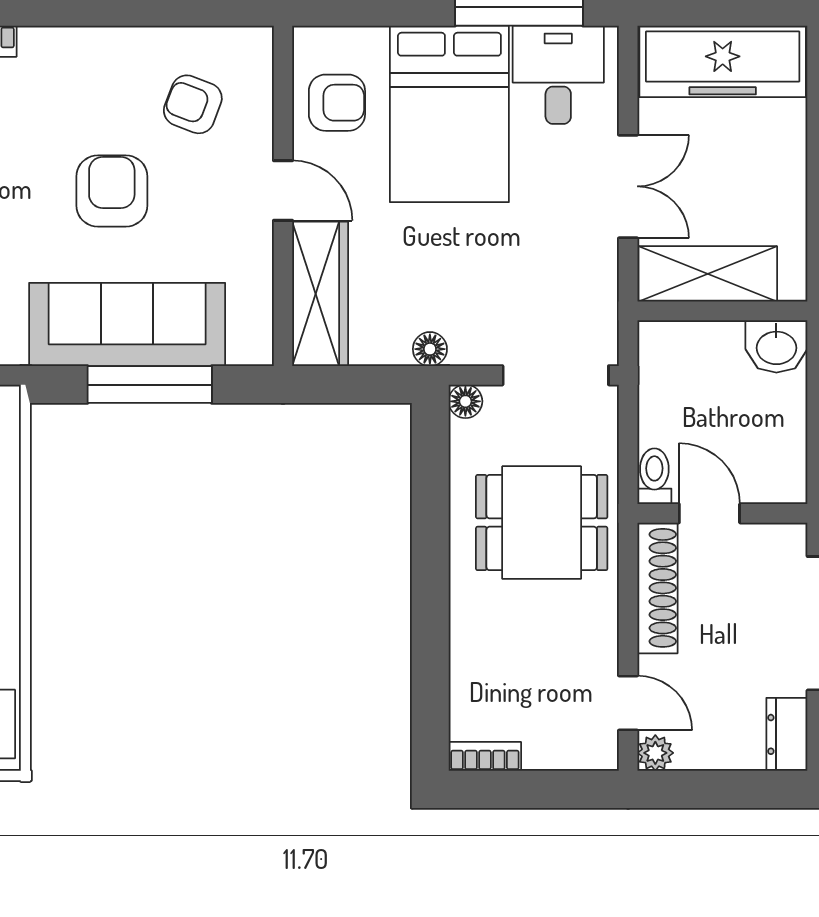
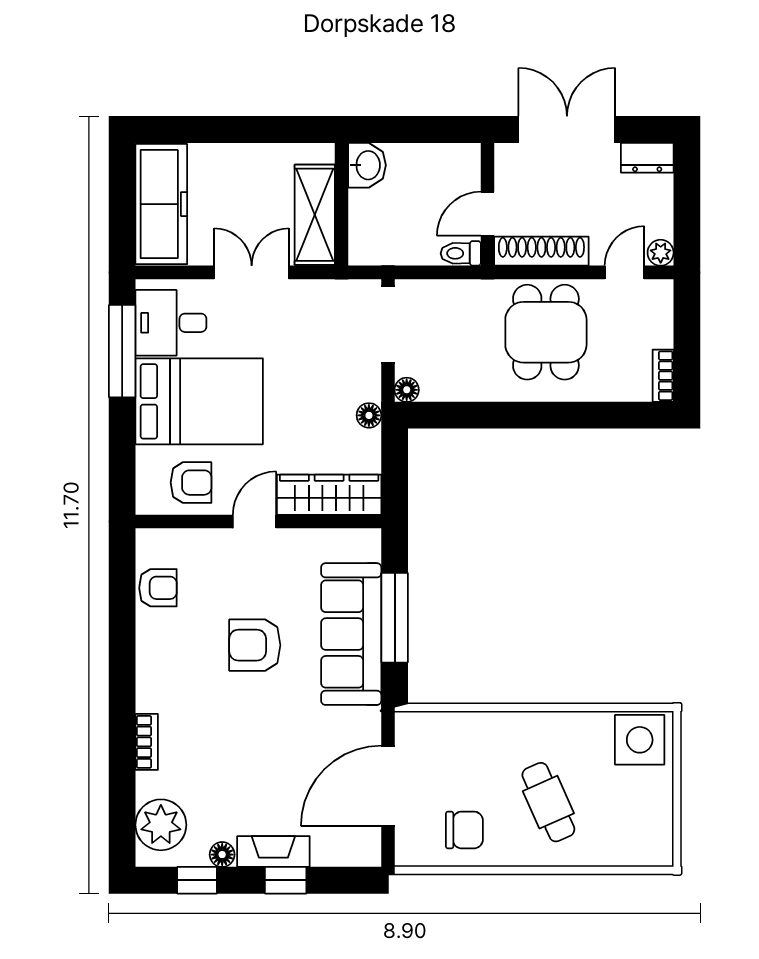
armchair: (337, 103) -> (191, 483), turned 90
armchair: (193, 104) -> (158, 588), moved, turned -111
dining table: (542, 523) -> (546, 332), moved

